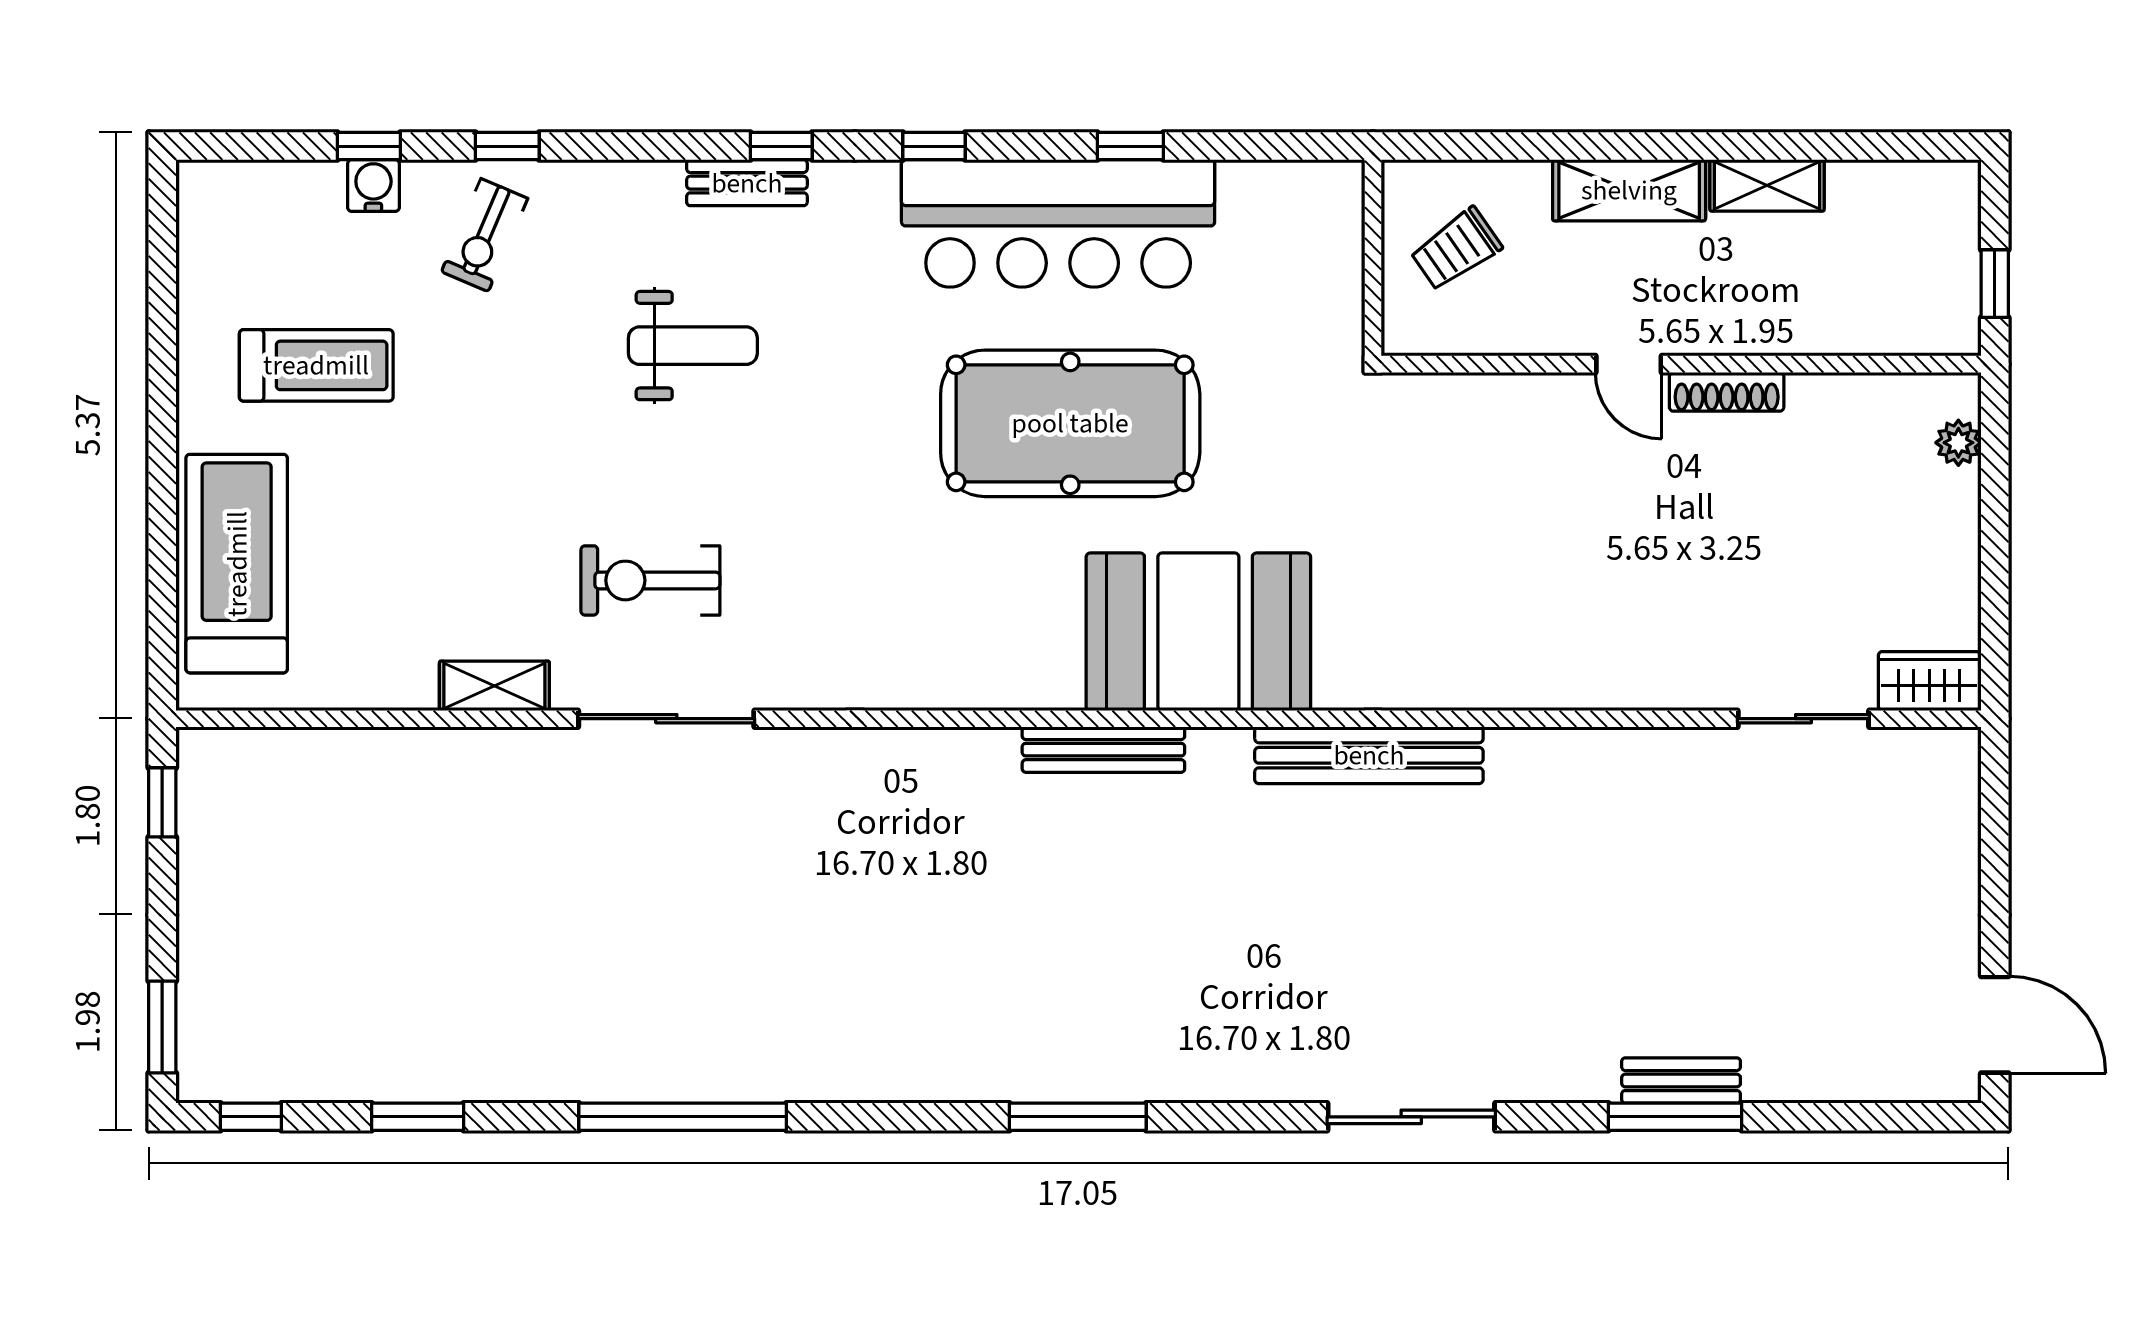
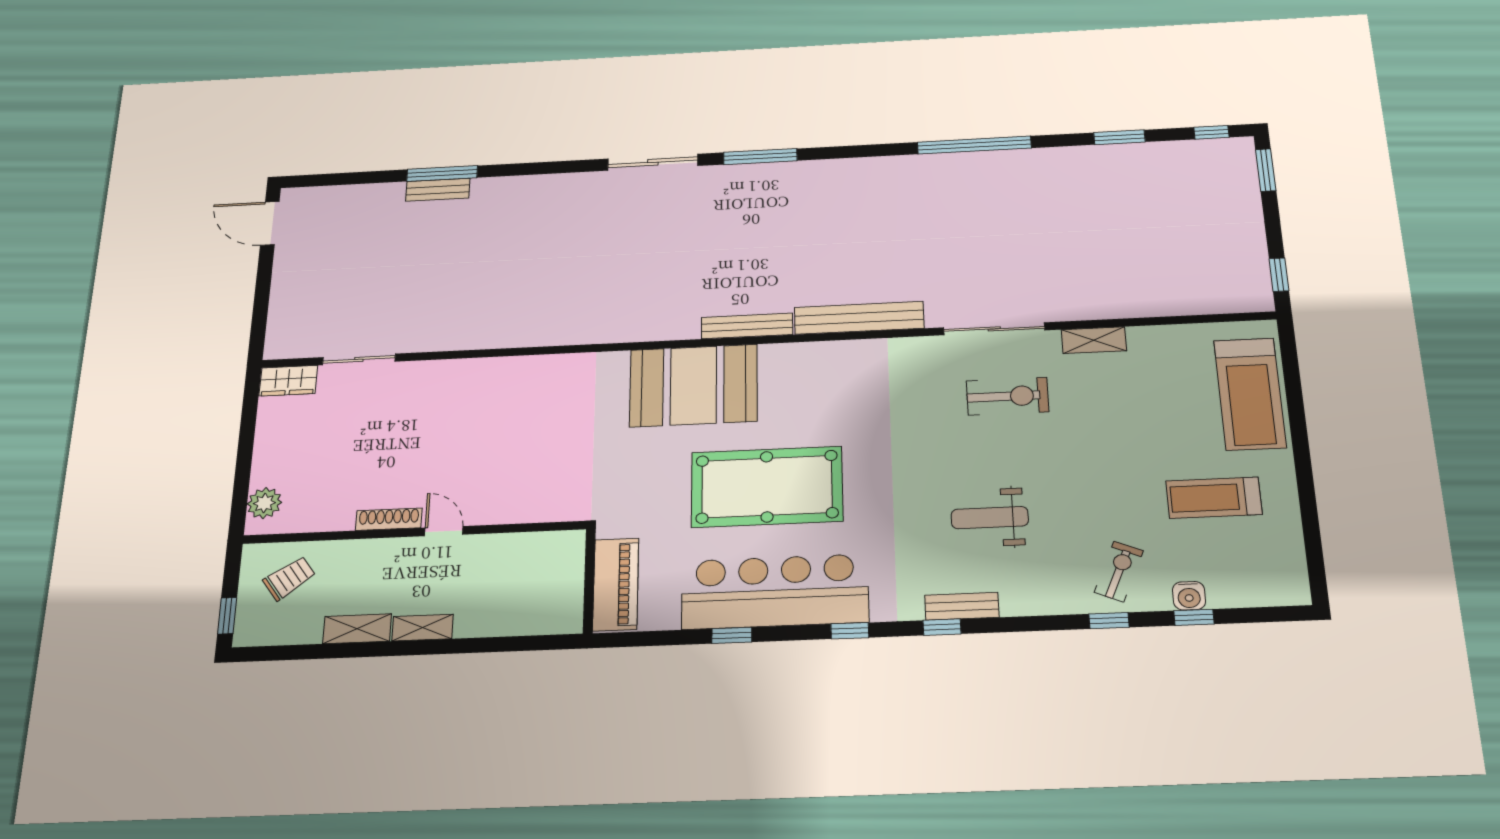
shelving: (1629, 190) -> (423, 628), width x0.67, depth x0.75
piano: (1327, 249) -> (616, 584), added
trolley: (1456, 249) -> (289, 578), moved
window: (1995, 284) -> (227, 616), moved
plant: (1958, 443) -> (264, 503), width x1.38, depth x1.38
bench: (1369, 755) -> (859, 318), moved
sliding door: (1411, 1117) -> (653, 162), moved

